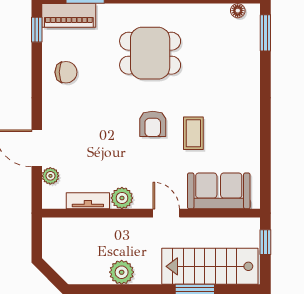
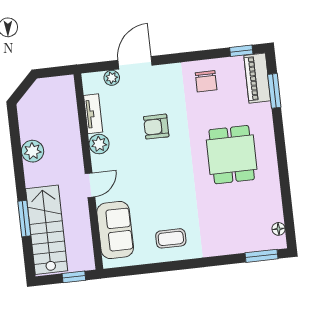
armchair: (153, 124) -> (156, 127), moved
coffee table: (193, 133) -> (171, 238), moved

